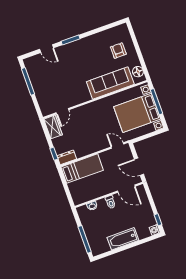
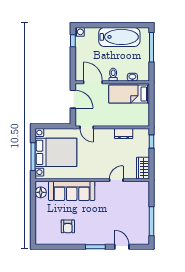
armchair: (118, 51) -> (68, 226), moved
door: (62, 111) -> (116, 180), moved
dresser: (67, 157) -> (124, 134), moved
bed: (82, 169) -> (129, 94), moved
bathtub: (123, 239) -> (119, 37), width x1.36, depth x1.36

